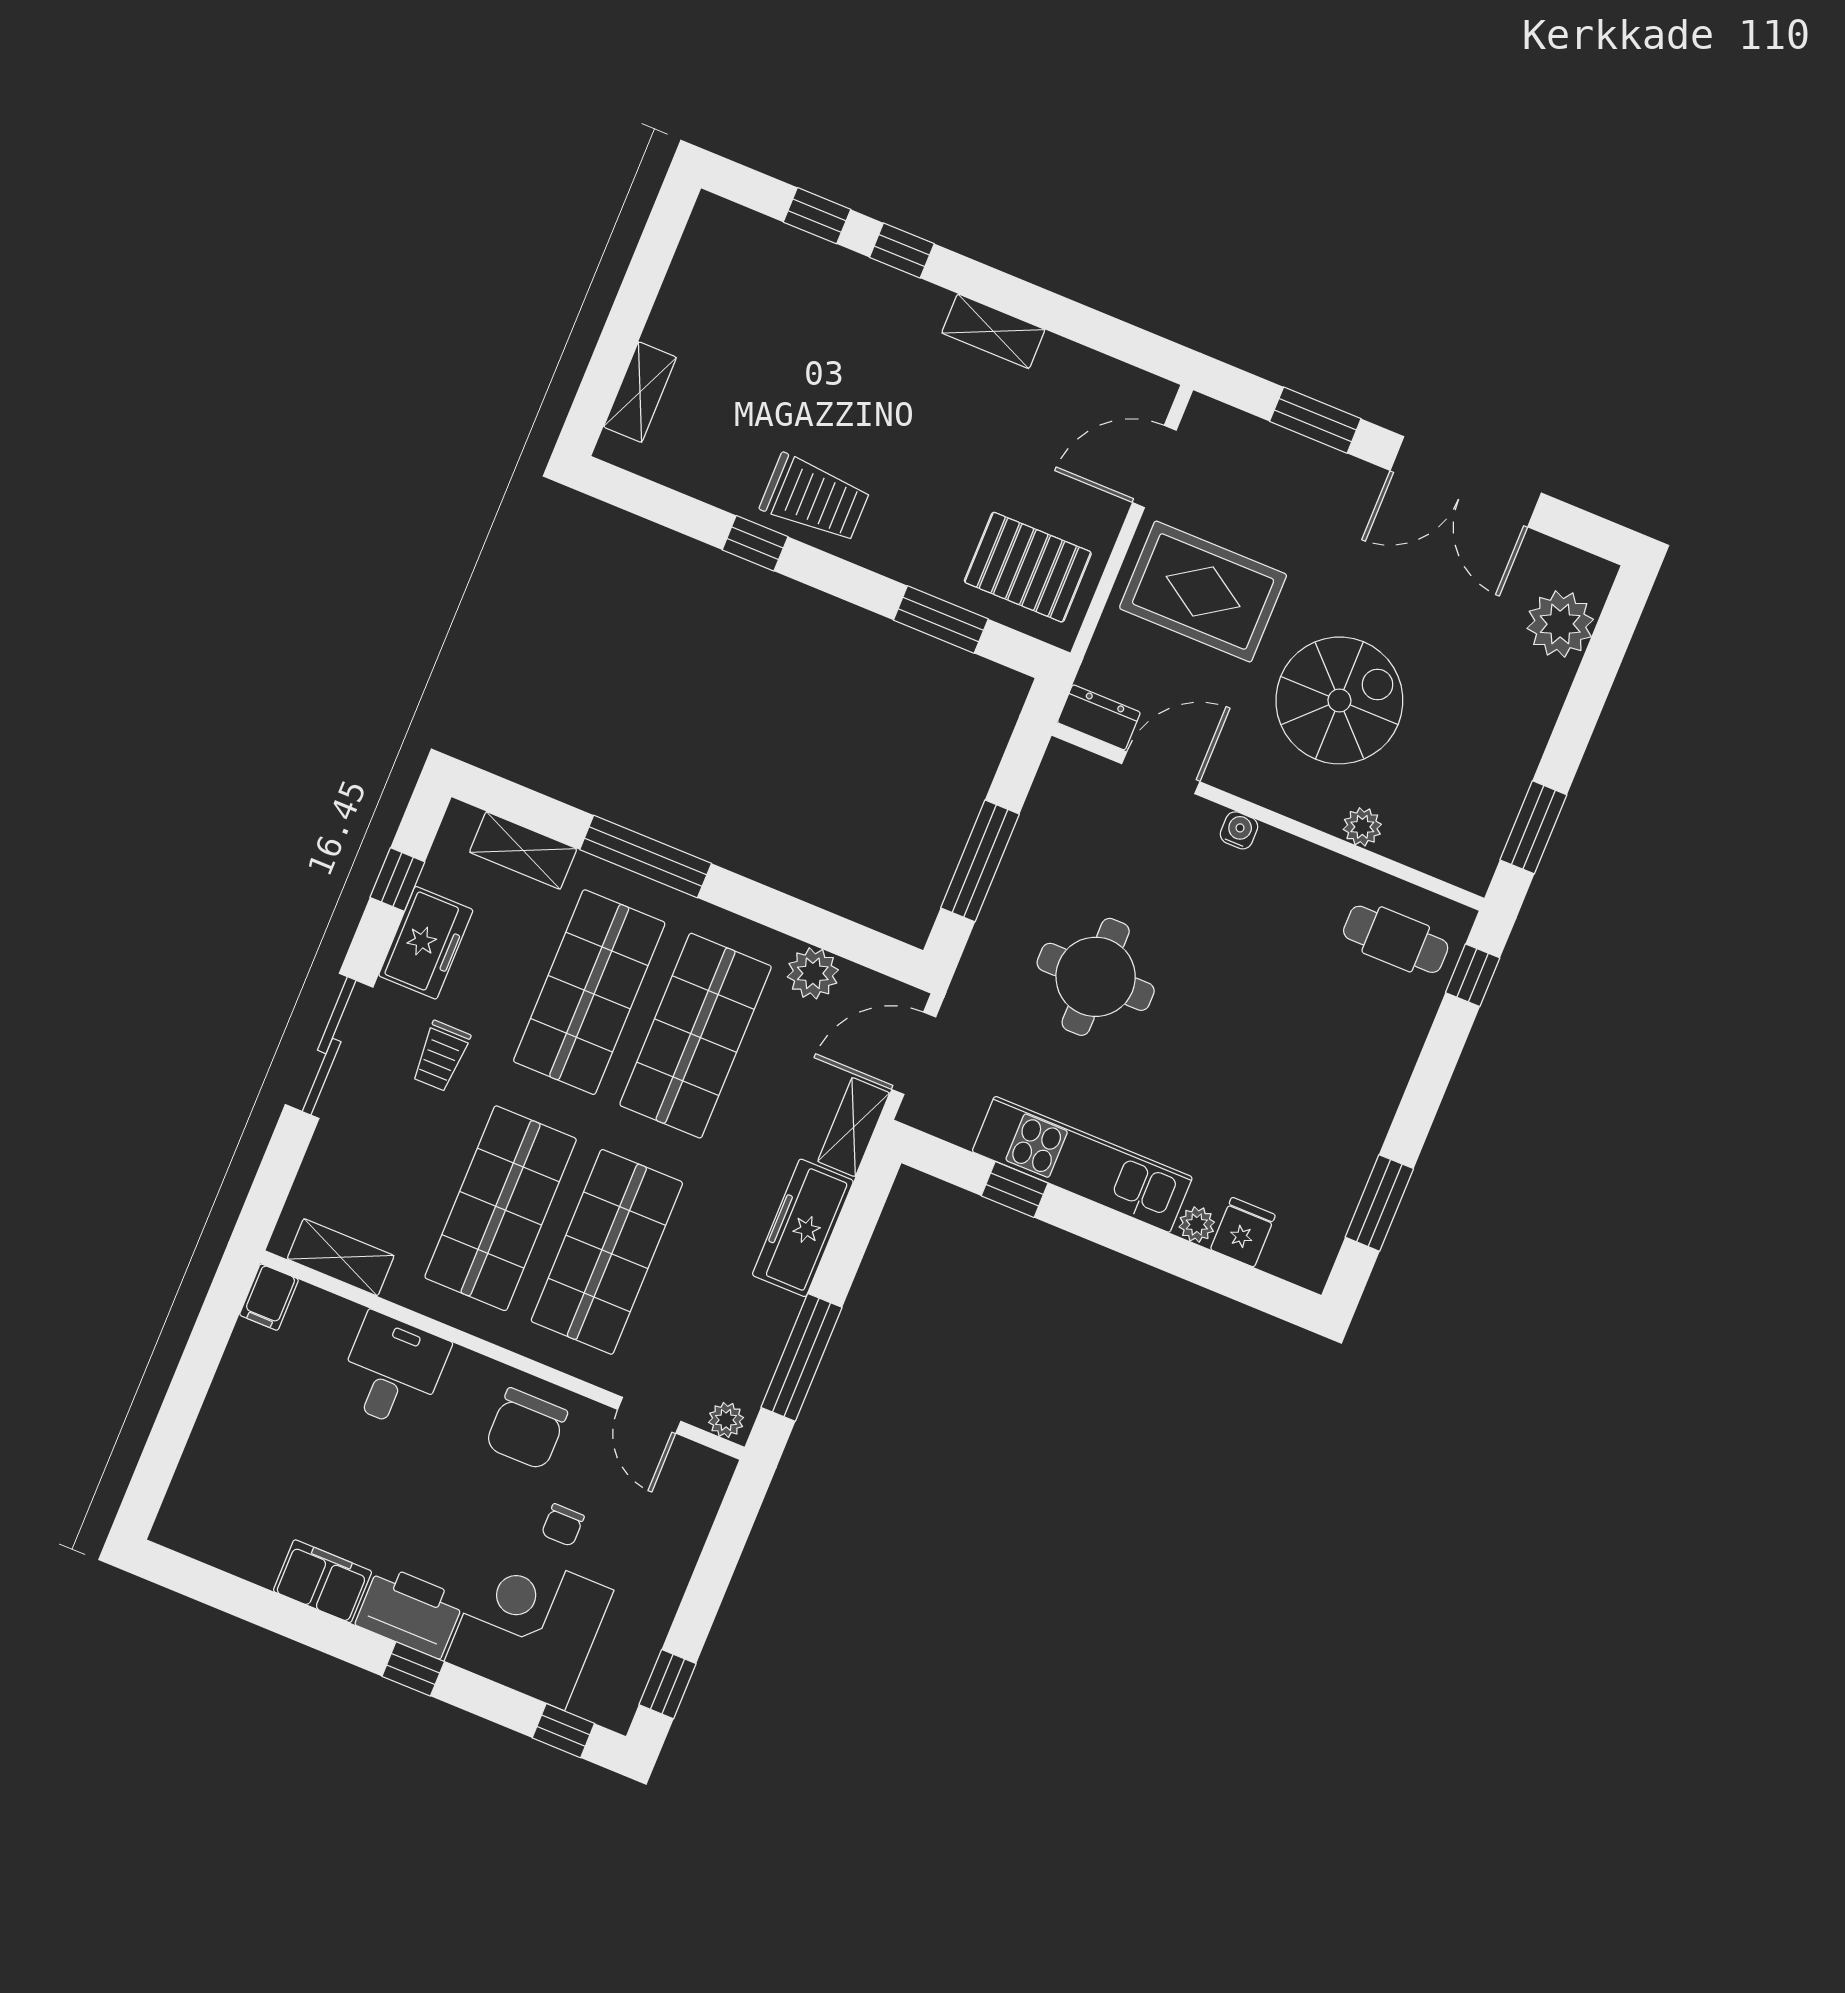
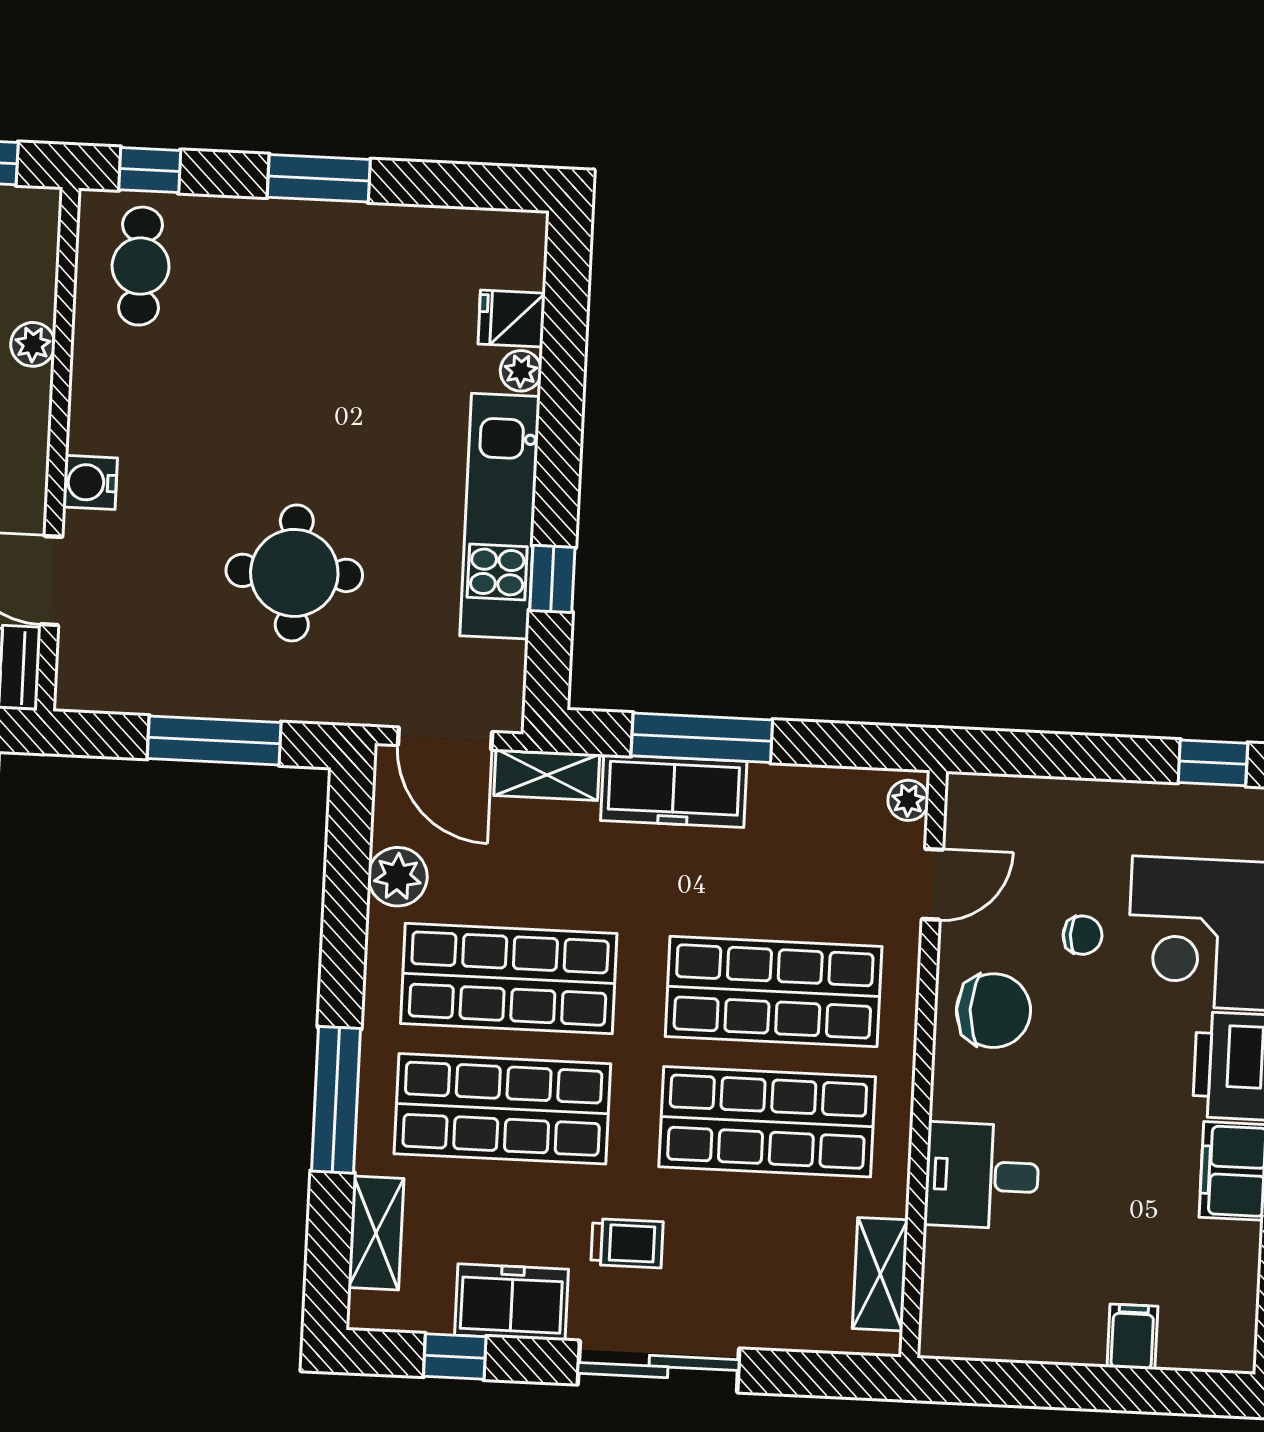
water cooler: (1239, 830) -> (90, 482), width x1.38, depth x1.38
window: (1379, 1203) -> (319, 178), moved
filing cabinet: (269, 1297) -> (1132, 1337), moved, turned -90
window: (802, 1357) -> (702, 738), moved

